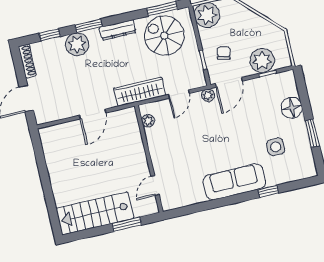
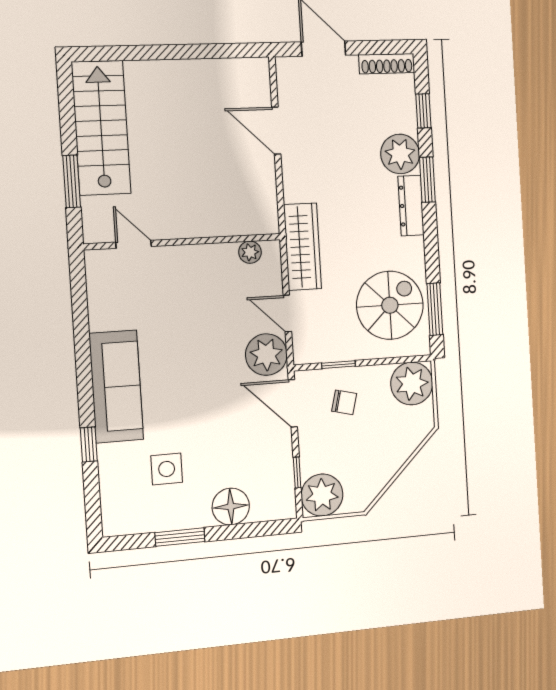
dresser: (118, 30) -> (411, 206), moved
plant: (262, 61) -> (322, 495), moved
plant: (208, 95) -> (266, 355), width x1.88, depth x1.88
door: (93, 114) -> (276, 131), moved

